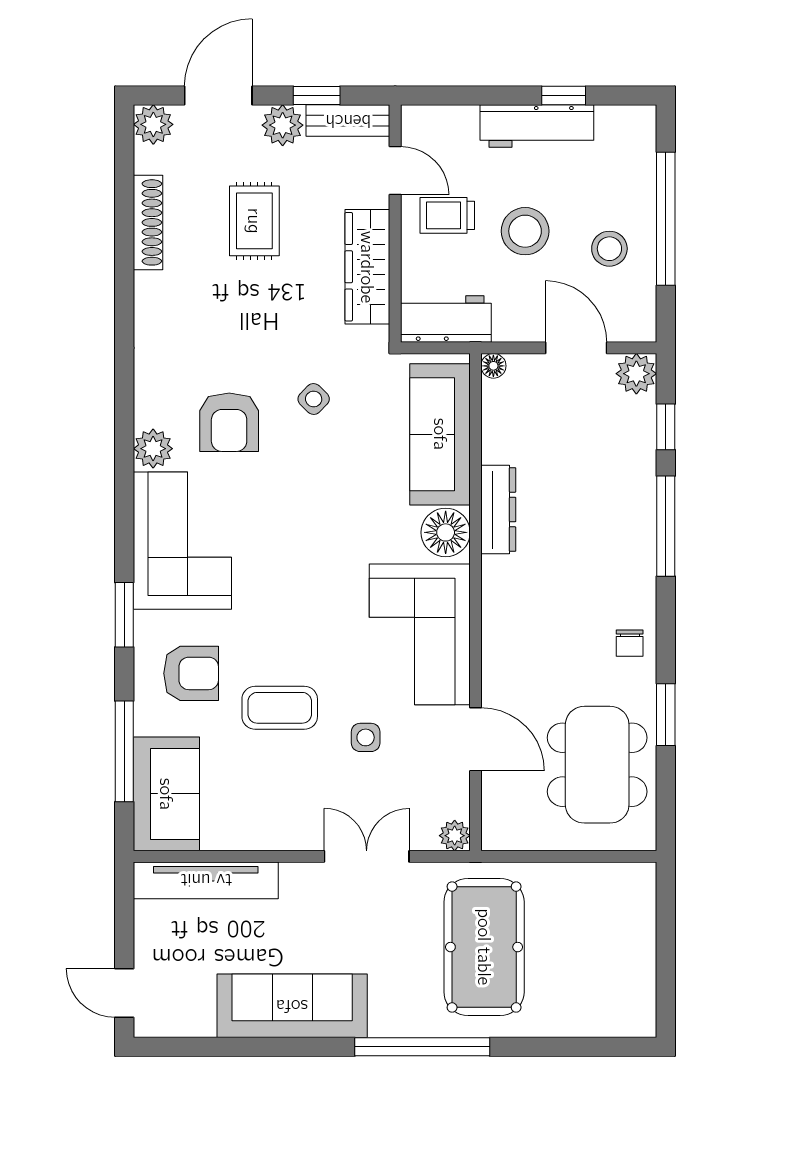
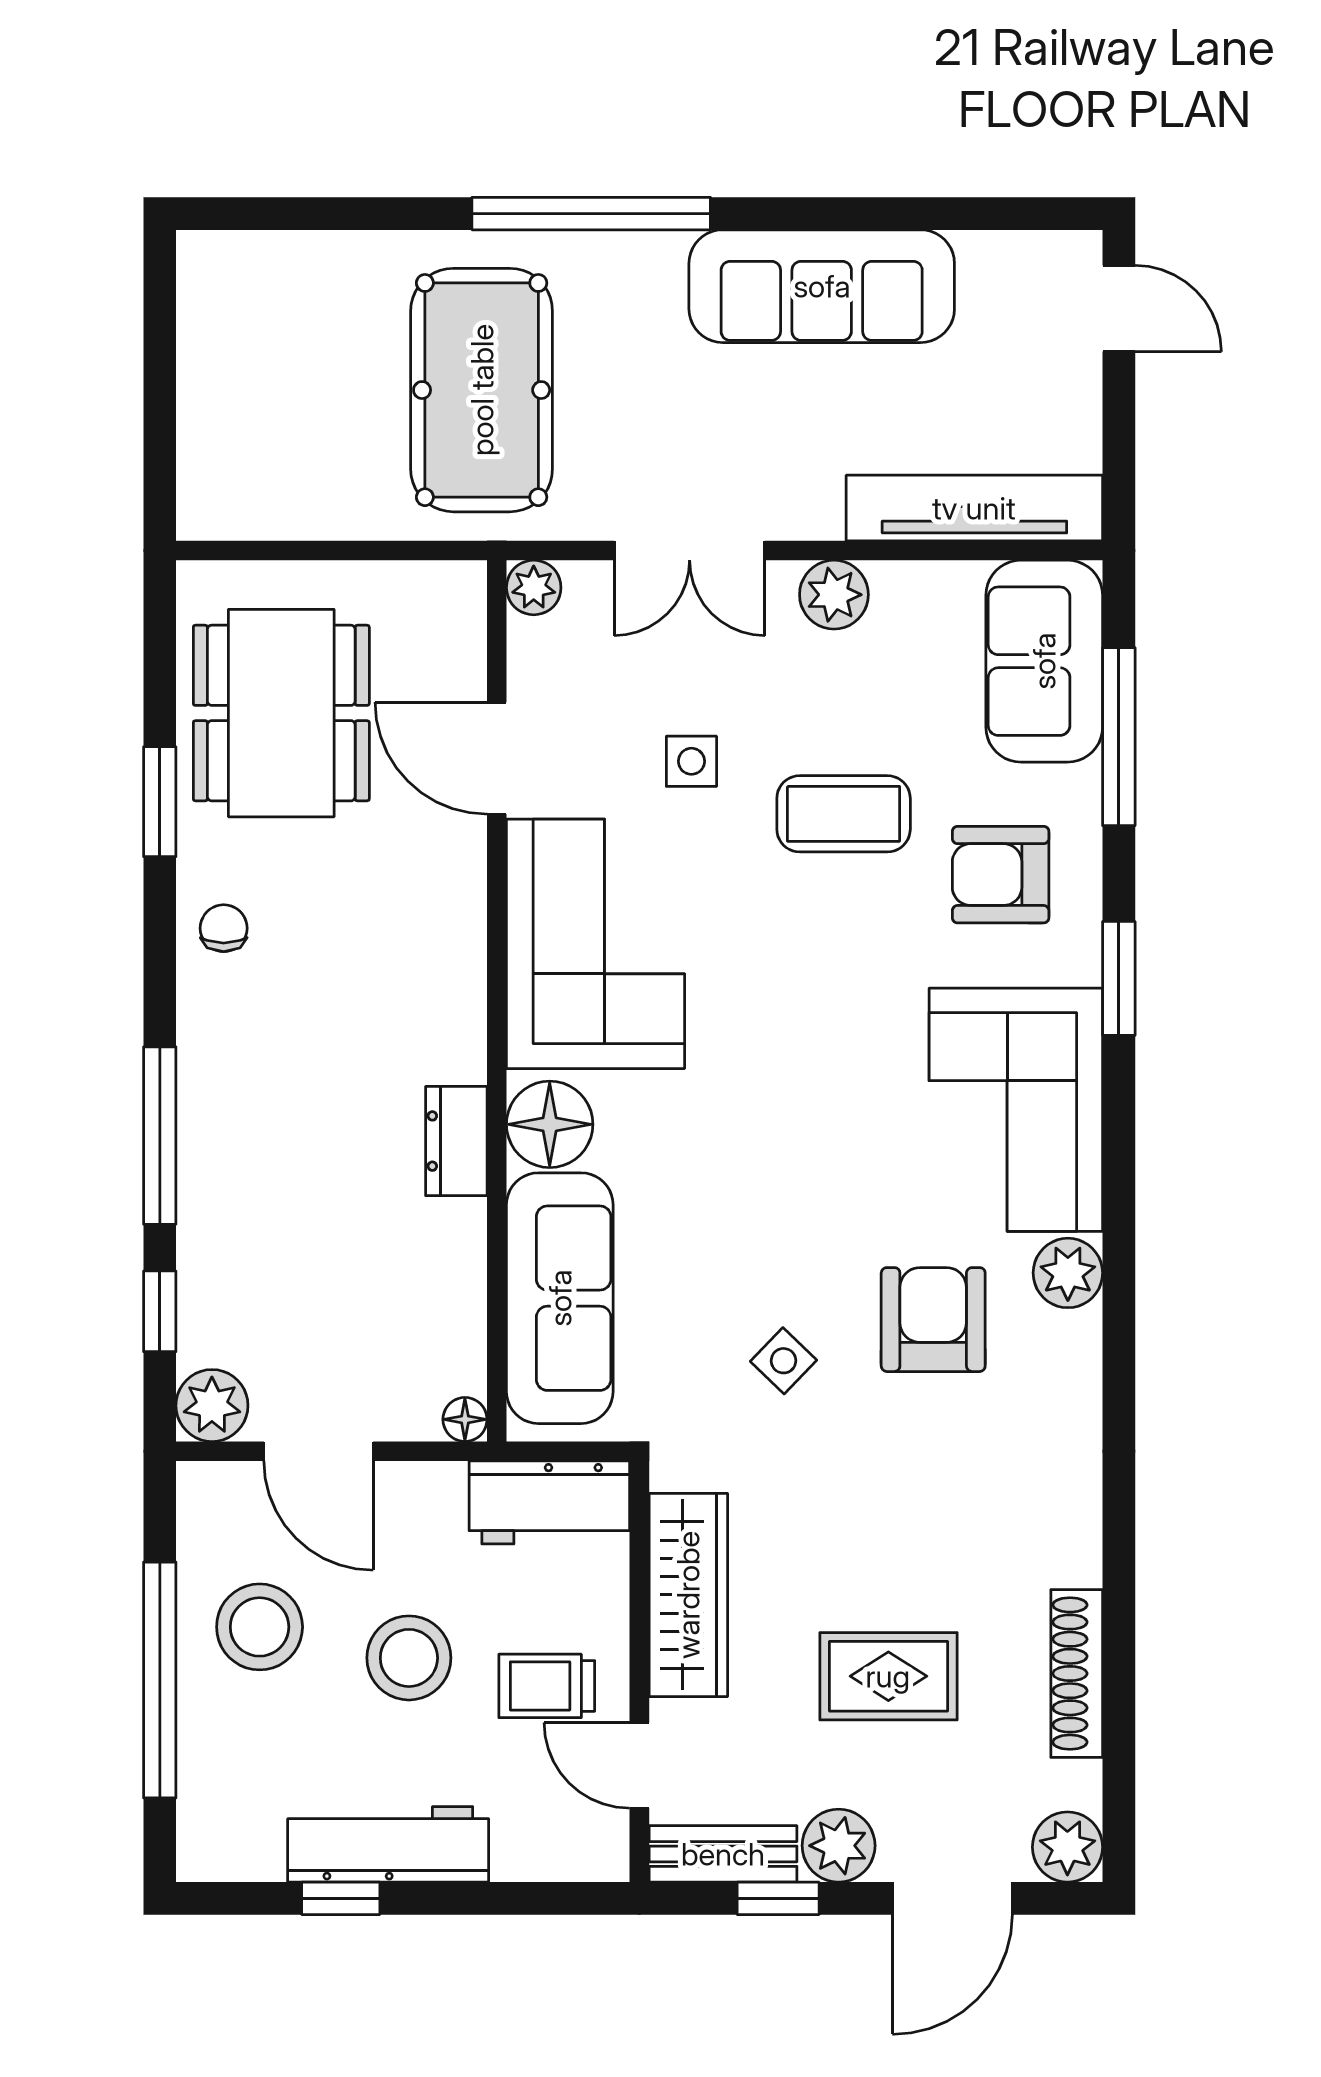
trolley: (447, 215) -> (547, 1686), turned 180
rug: (254, 221) -> (888, 1676), turned 90
stool: (609, 249) -> (260, 1627), width x1.38, depth x1.38
dresser: (498, 510) -> (456, 1141), width x0.70
plant: (285, 832) -> (834, 595), added

